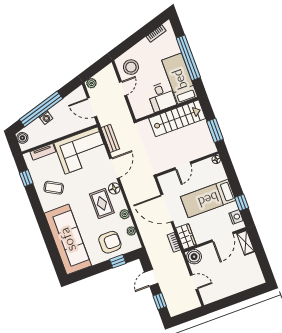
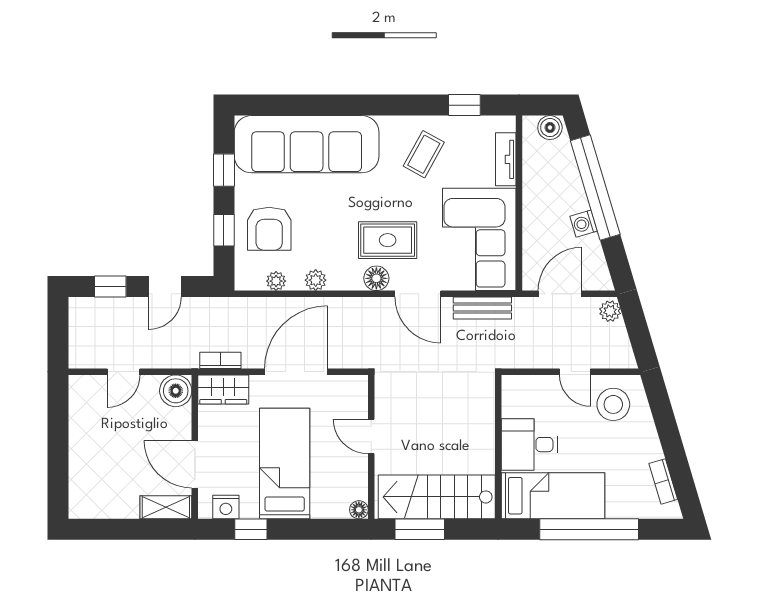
washing machine: (46, 118) -> (584, 224), moved
stairs: (177, 118) -> (437, 497), moved, turned 90
rug: (102, 203) -> (388, 240), moved
window: (92, 271) -> (224, 170), added
door: (151, 278) -> (165, 287), swing flipped

